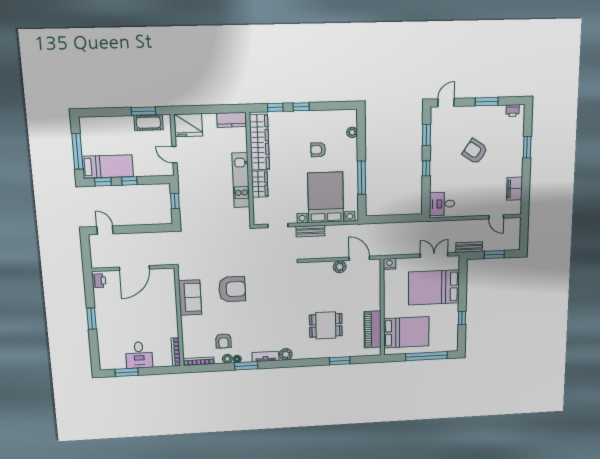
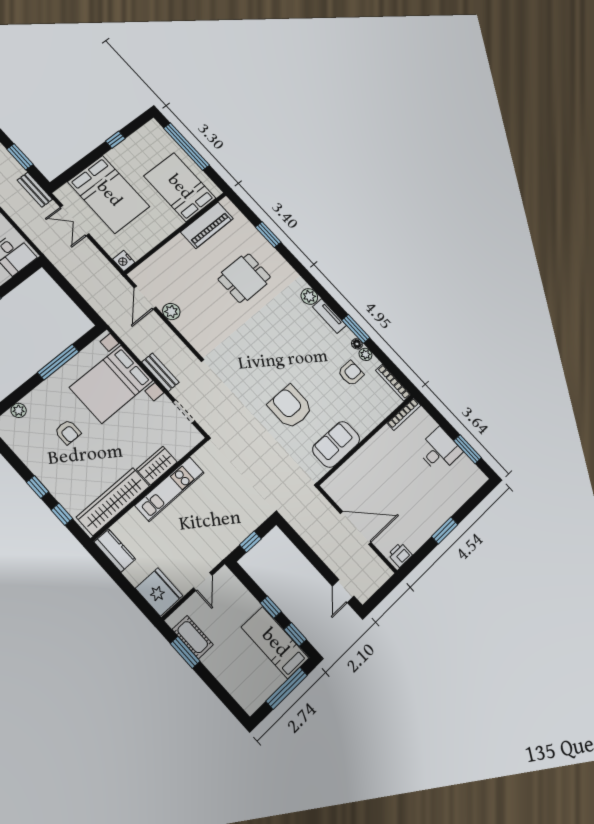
dining table: (326, 325) -> (244, 278), turned 90

